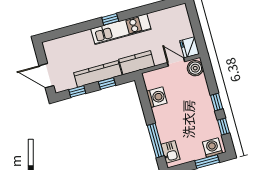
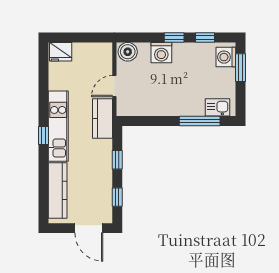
fridge: (190, 47) -> (61, 52), moved
door: (176, 62) -> (114, 86), moved
kitchen counter: (98, 74) -> (58, 191), moved, turned 180
door: (46, 76) -> (89, 228), hinge flipped
washing machine: (157, 97) -> (161, 53), moved, turned 180

